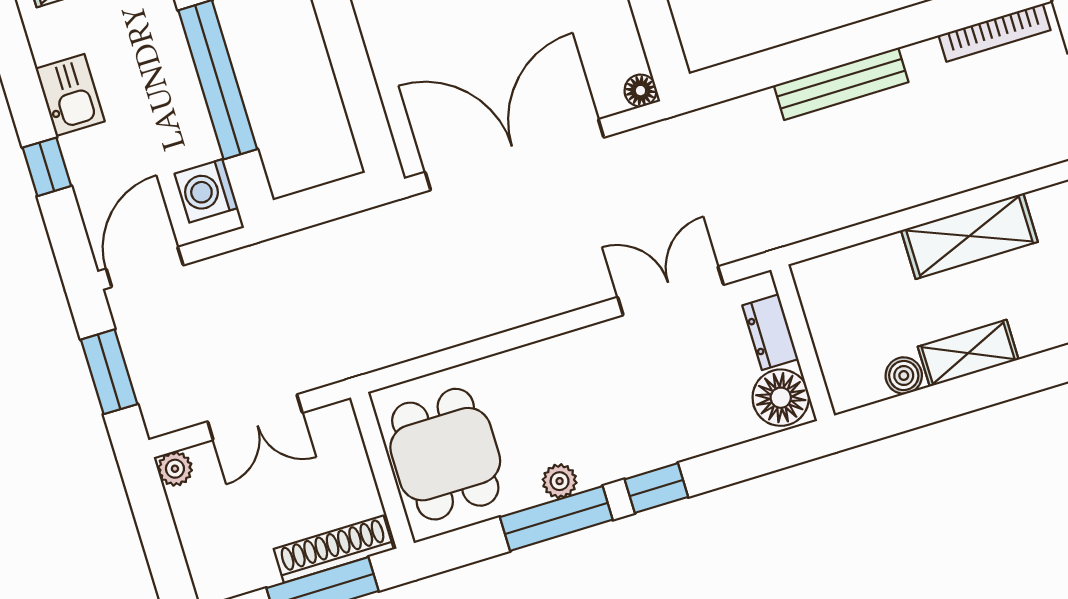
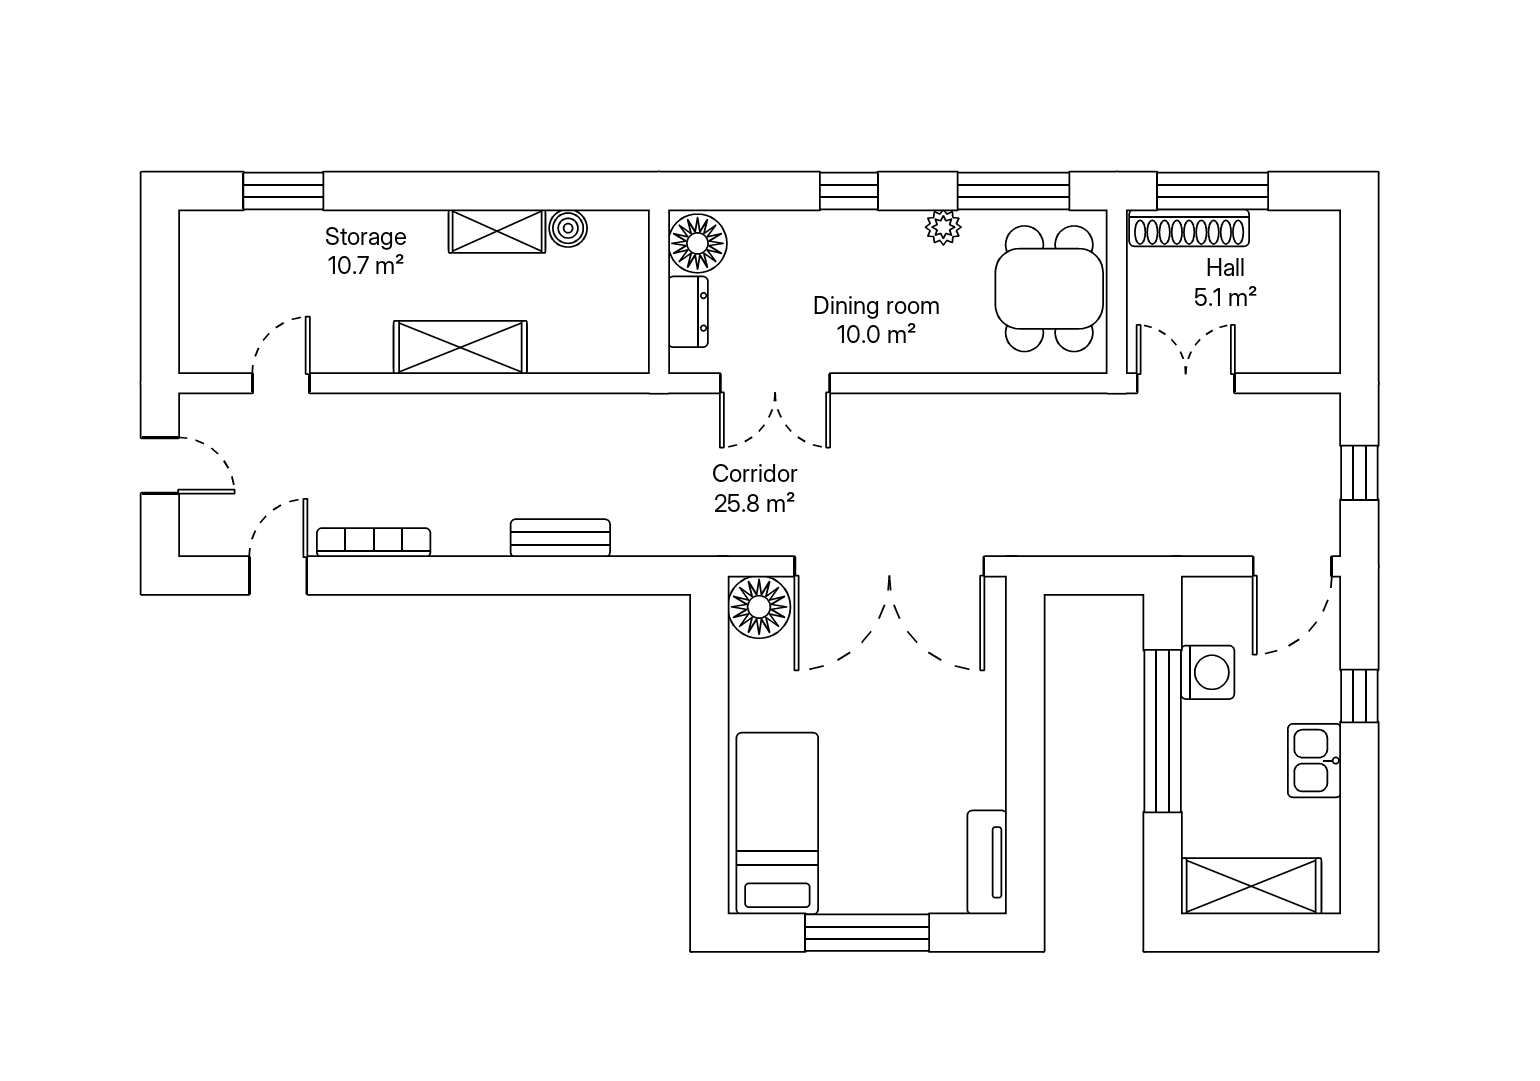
bench: (841, 84) -> (560, 538), width x0.73
floor lamp: (640, 91) -> (759, 607), width x1.89, depth x1.89
washing machine: (206, 191) -> (1208, 672), moved
window: (109, 372) -> (1359, 473), width x0.67
double door: (255, 417) -> (1186, 383), moved
plant: (175, 469) -> (1323, 356), removed
window: (556, 518) -> (1013, 191), moved

